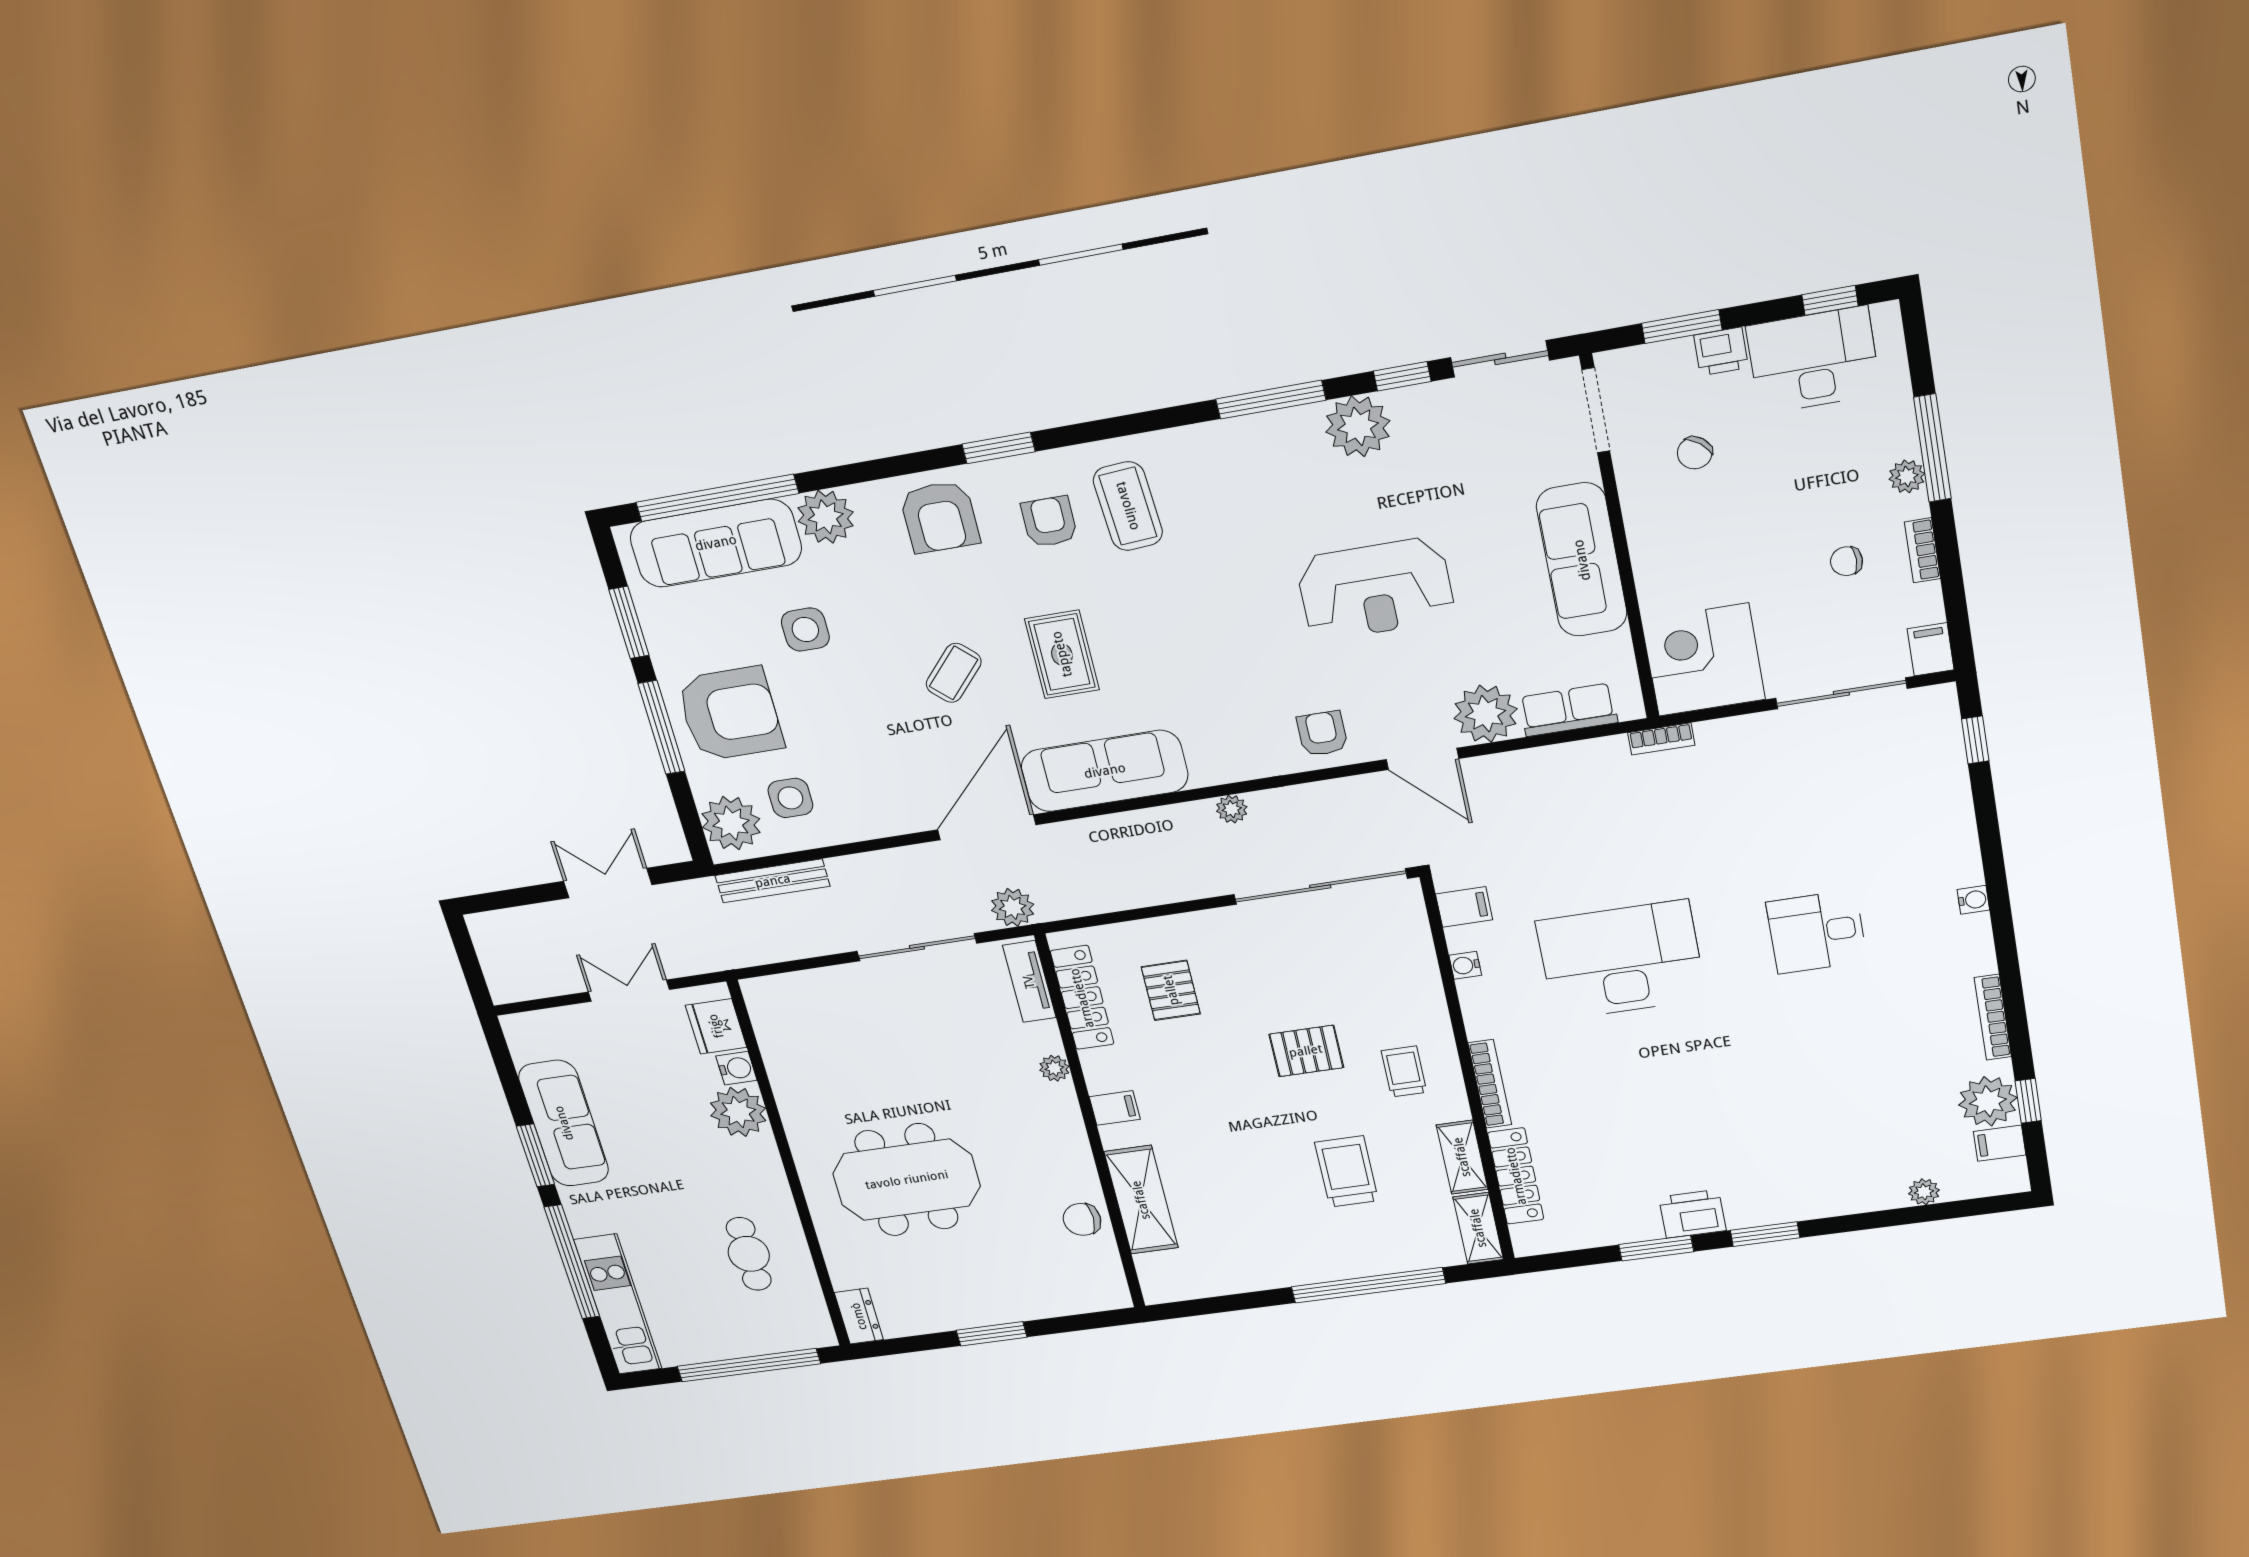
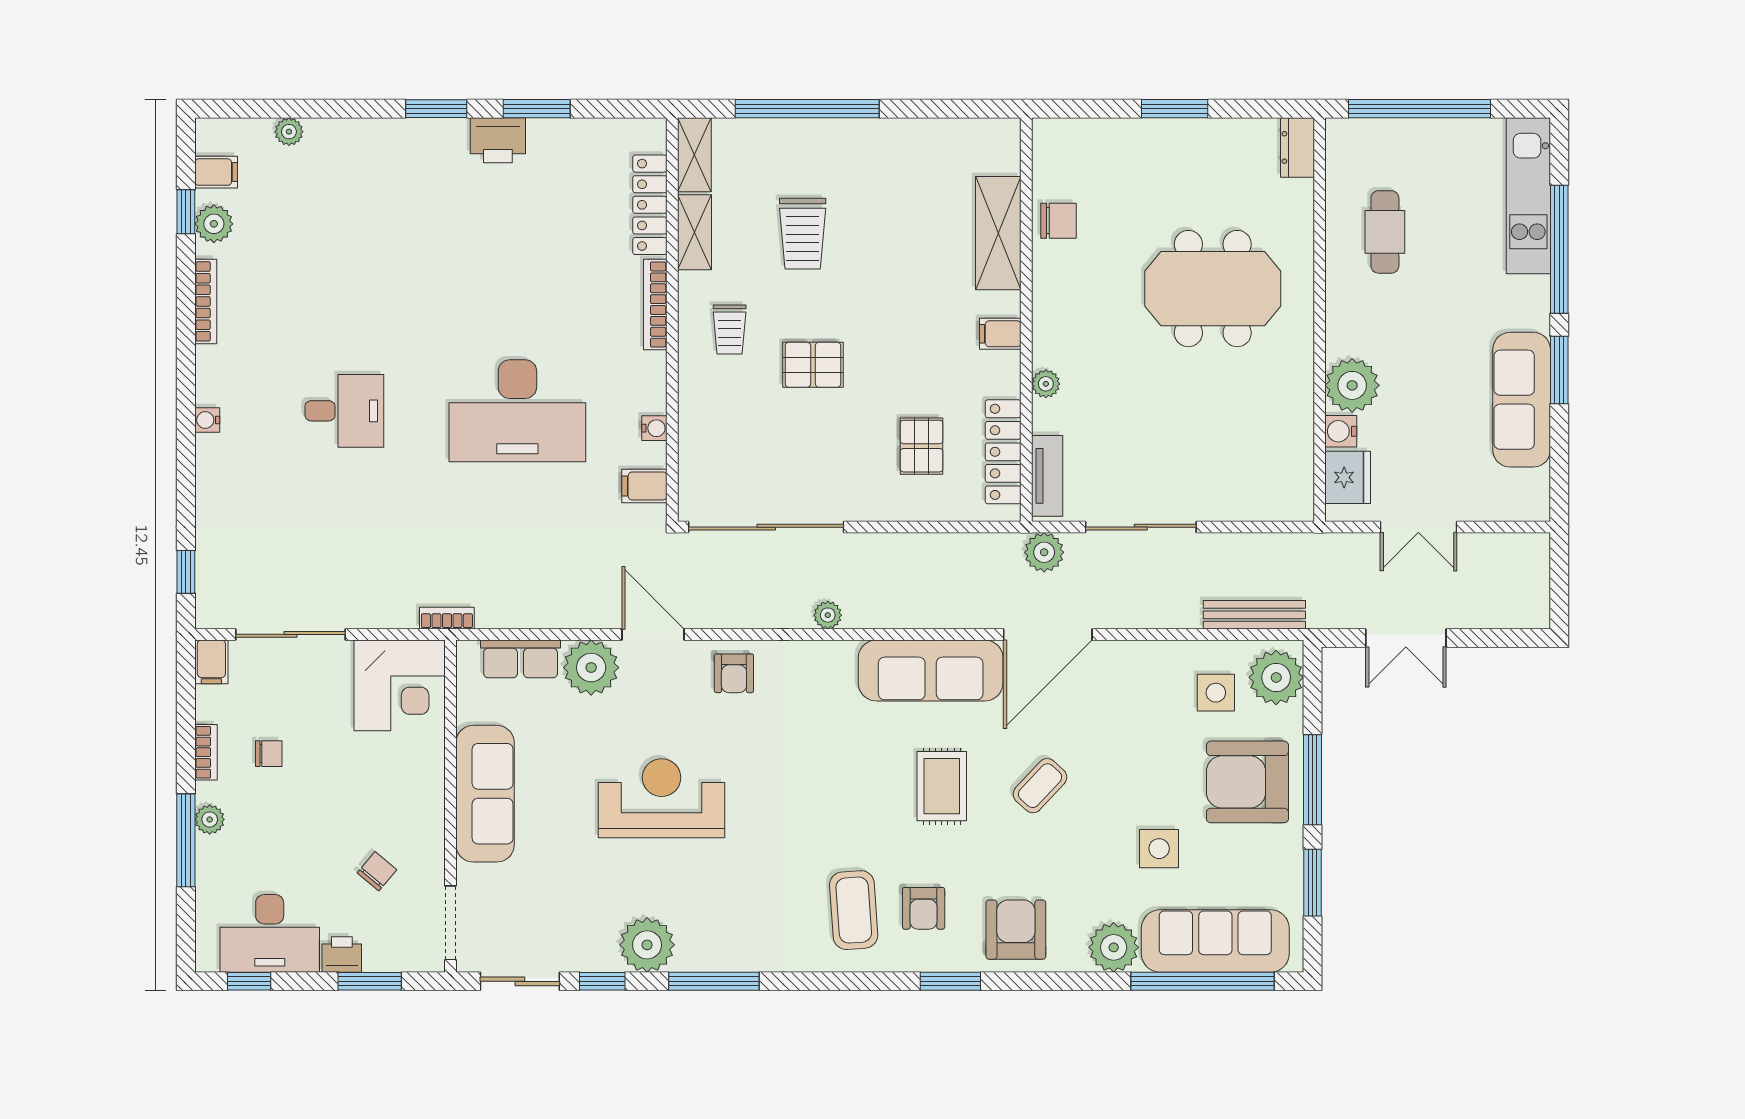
plant: (1988, 1101) -> (214, 224), width x0.73, depth x0.73

